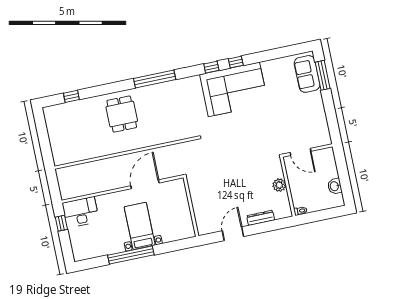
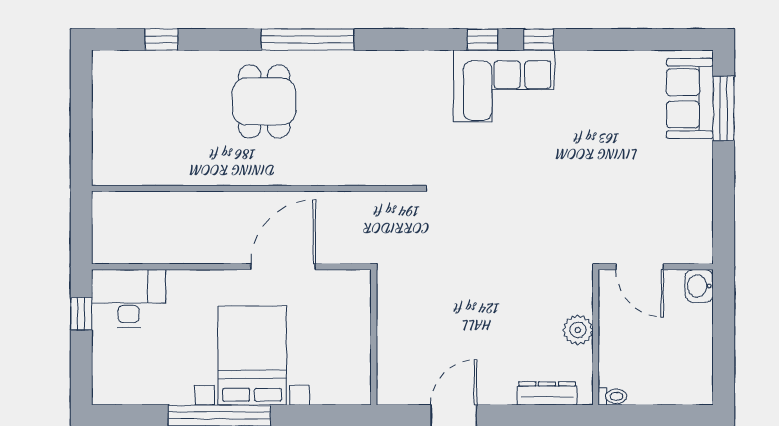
window: (155, 79) -> (308, 40), moved
corner sofa: (234, 89) -> (504, 86), width x0.73, depth x0.74
washbasin: (335, 186) -> (699, 286), moved
dresser: (261, 218) -> (547, 393), moved
bed with nightstands: (140, 226) -> (252, 356), width x1.36

